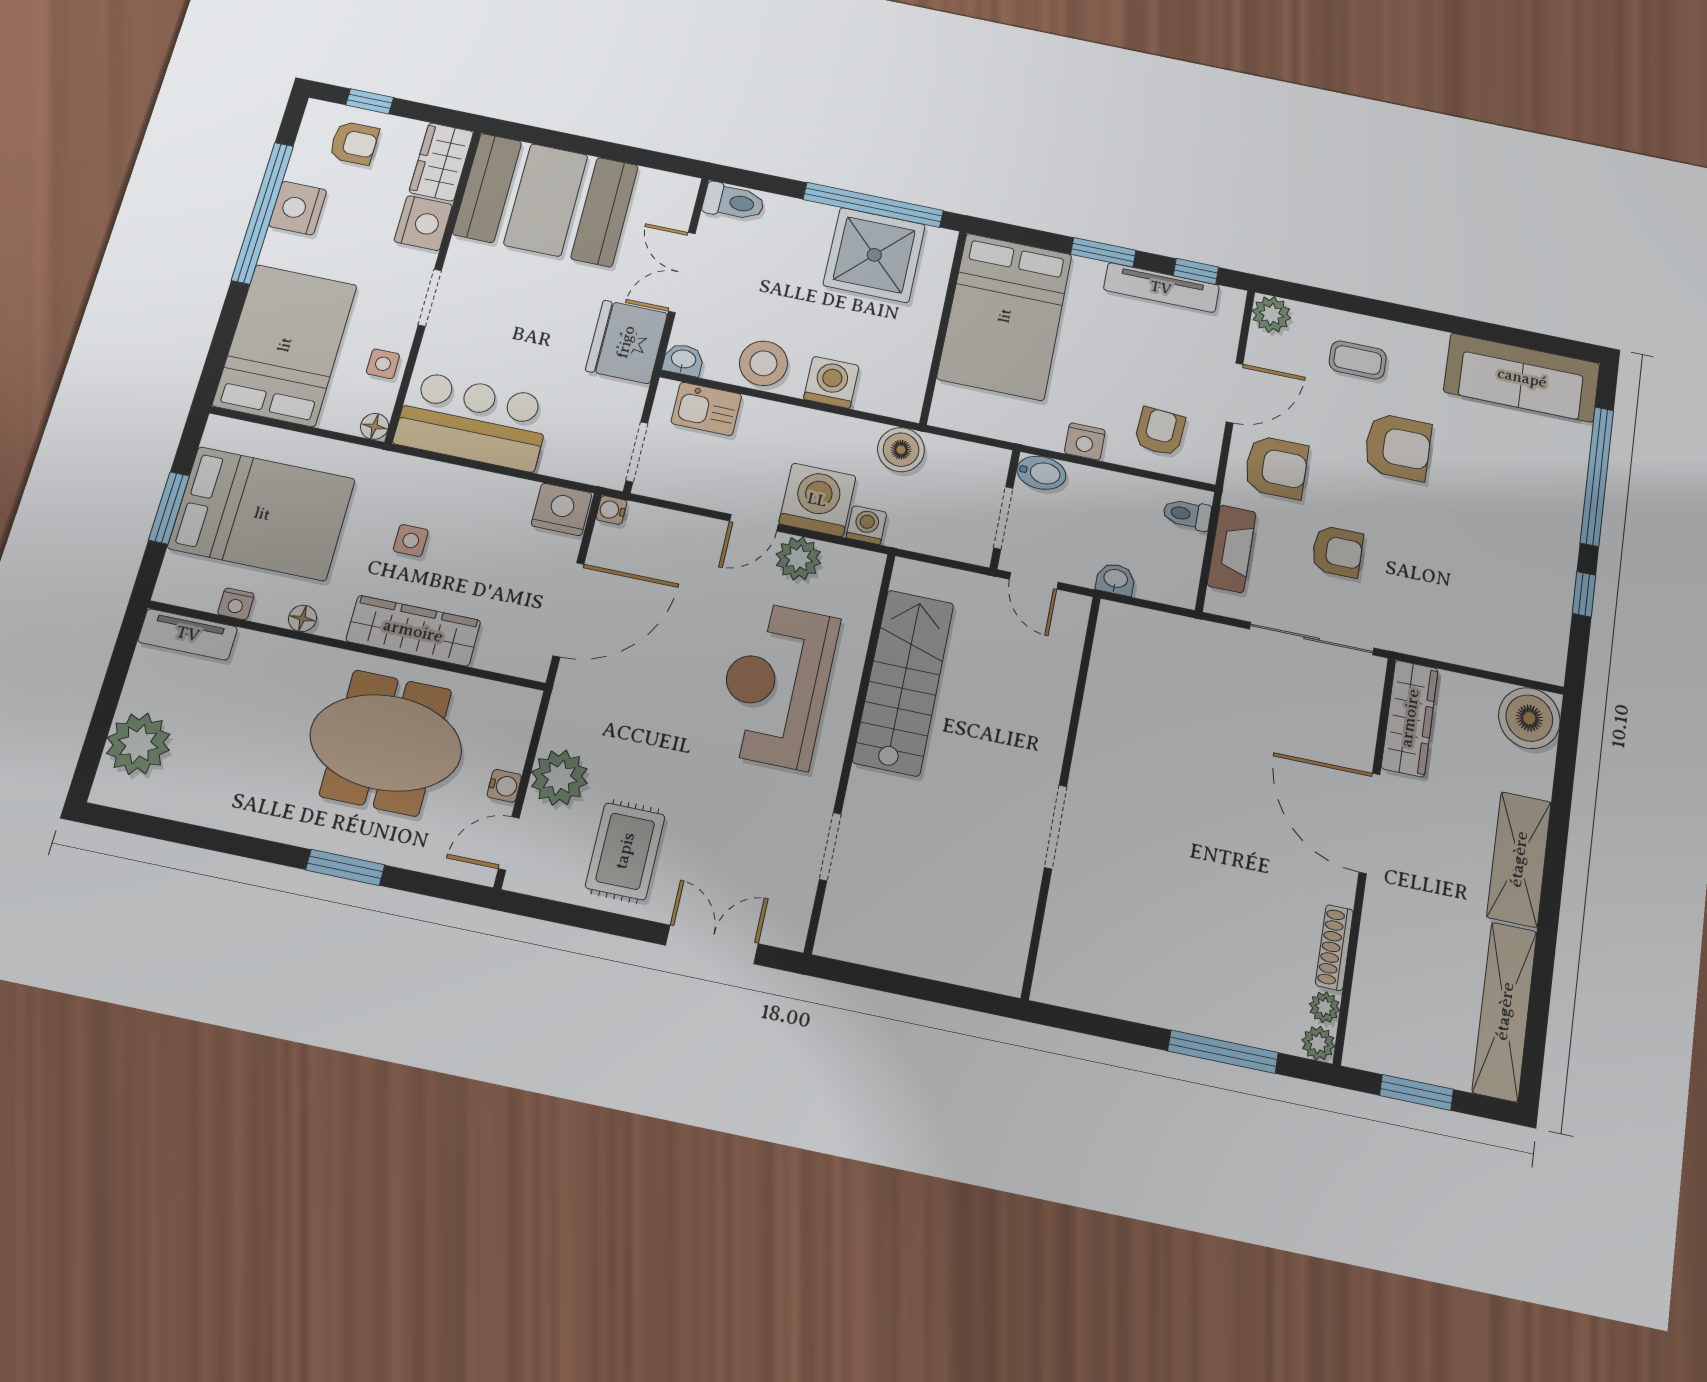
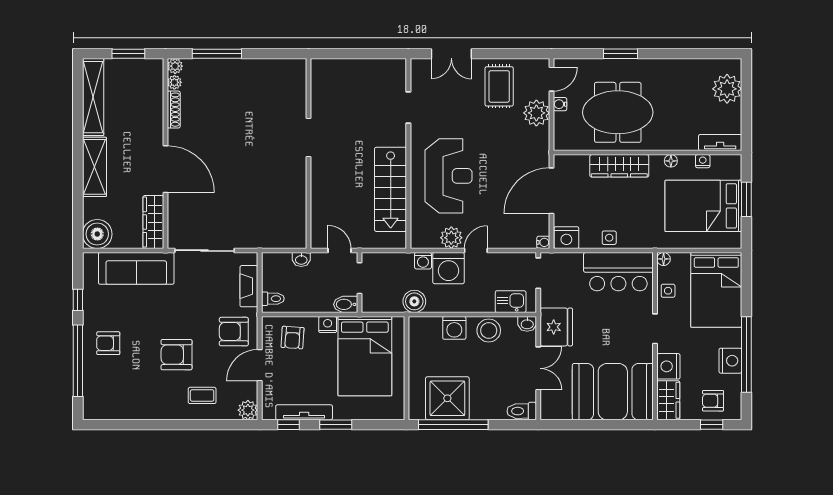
bed: (1005, 316) -> (365, 356), moved, turned 180
sofa: (1522, 378) -> (136, 268), moved, turned 180
side table: (411, 540) -> (609, 238), moved
armchair: (1337, 551) -> (108, 343), moved

